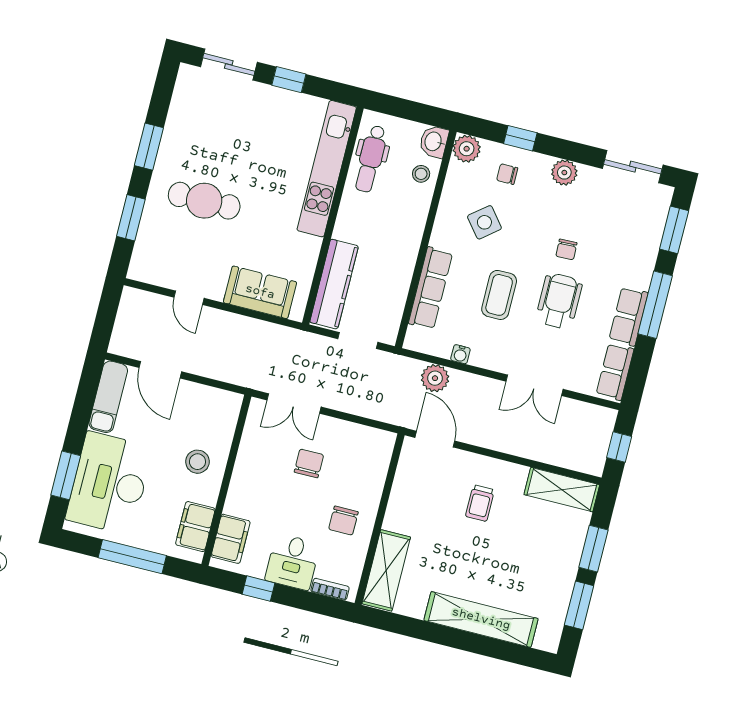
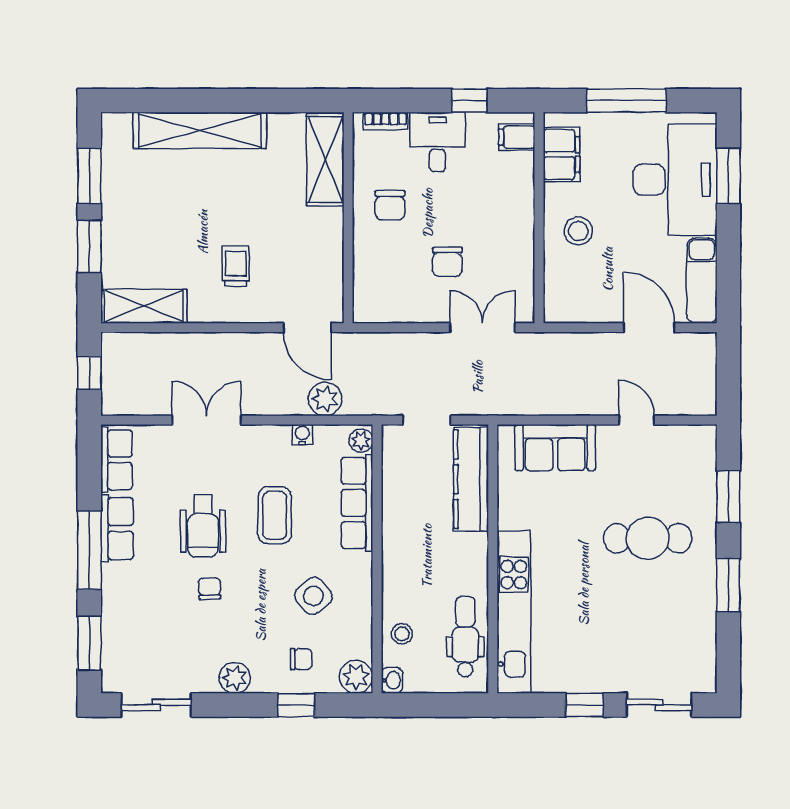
washbasin: (434, 142) -> (392, 680), width x0.72, depth x0.69
plant: (415, 337) -> (361, 441), added
chair: (343, 521) -> (390, 205), turned 180
filing cabinet: (231, 539) -> (517, 137), width x0.50

